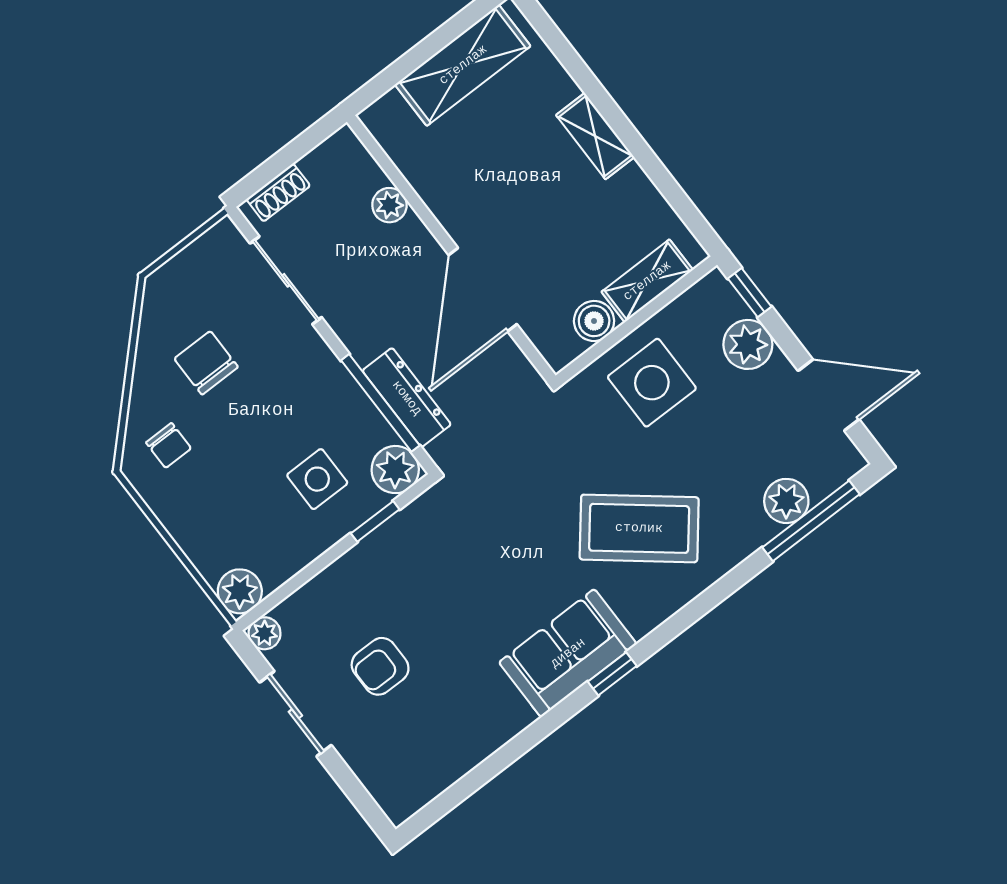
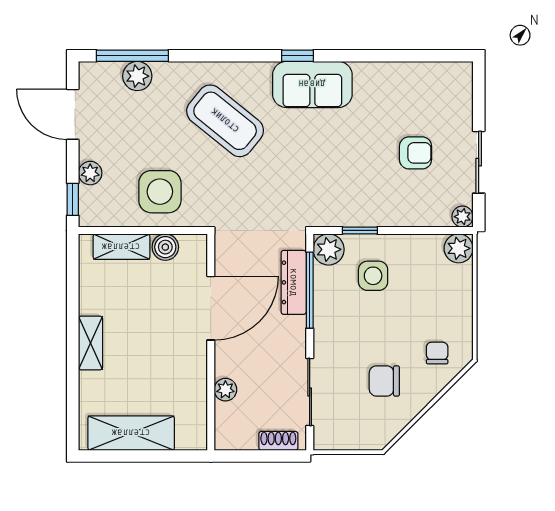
plant: (748, 344) -> (90, 173), width x0.73, depth x0.73
chair: (206, 363) -> (384, 381), turned 90

